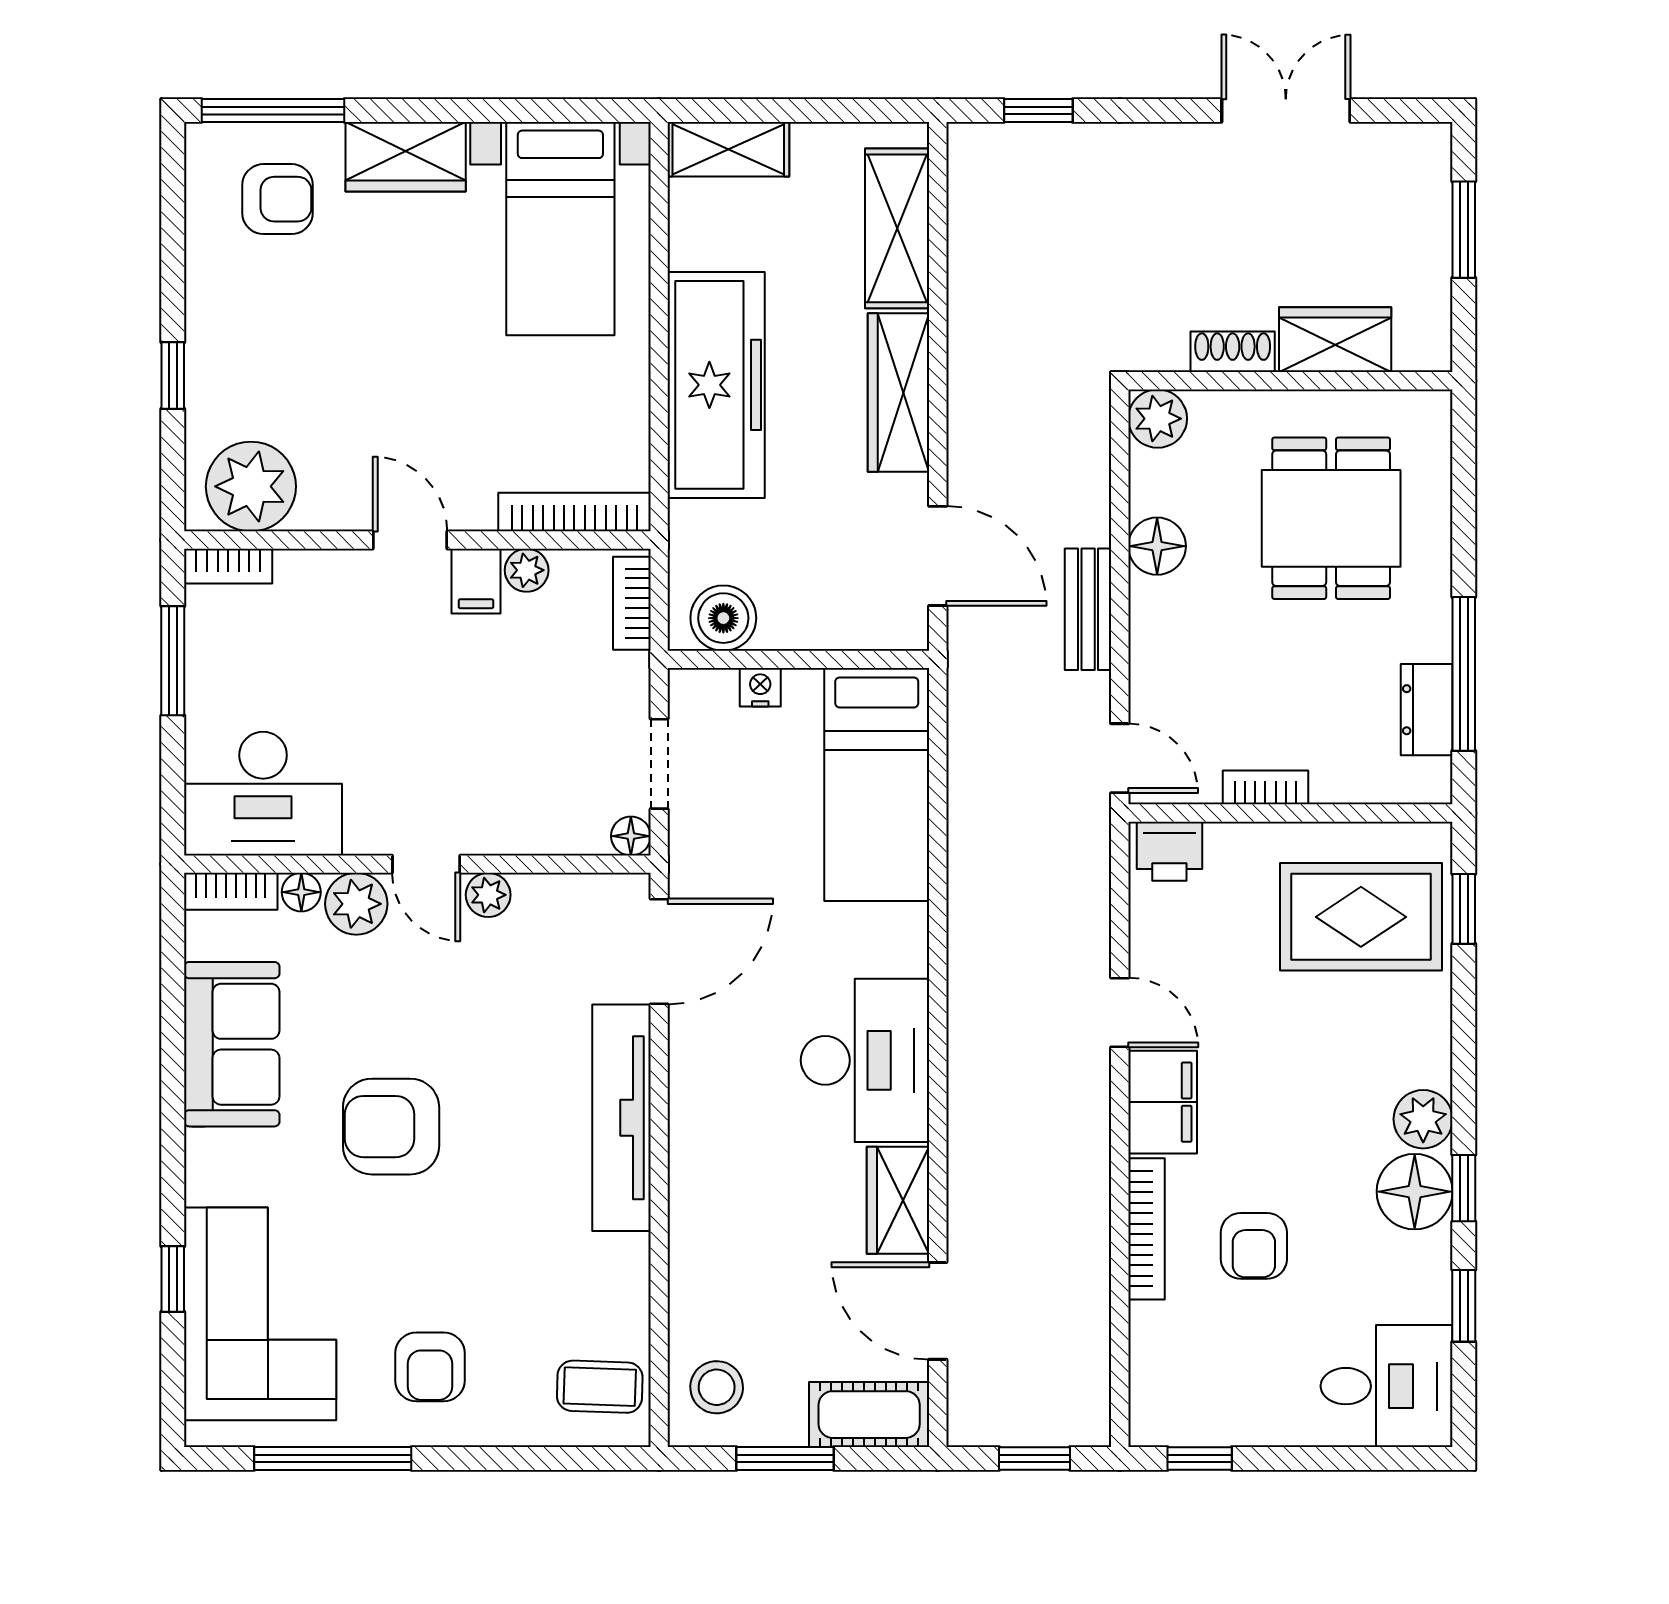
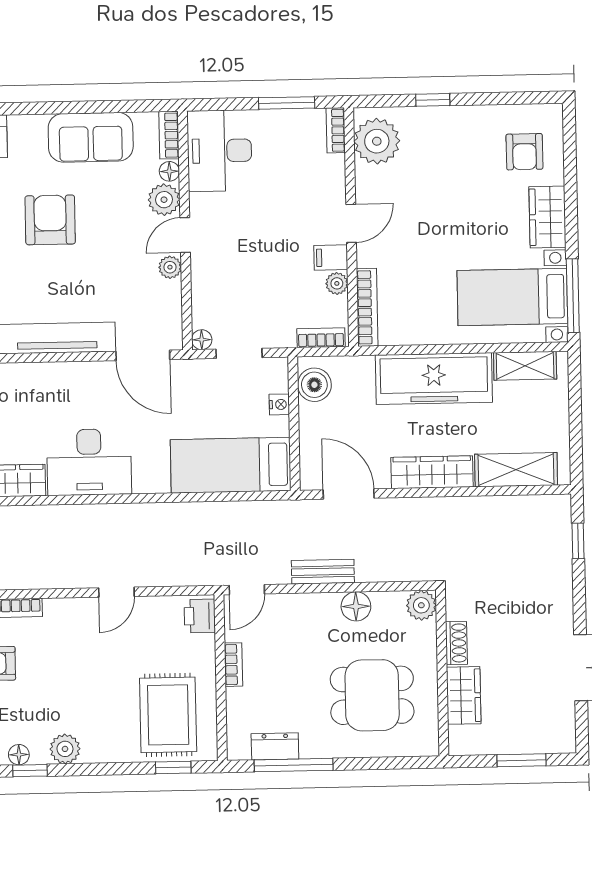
window: (273, 111) -> (573, 296), moved
shelving: (728, 149) -> (525, 366), moved, turned 90
door: (938, 556) -> (349, 494), swing flipped
filing cabinet: (1163, 1102) -> (71, 615), removed
floor lamp: (1415, 1192) -> (19, 755), width x0.53, depth x0.53

